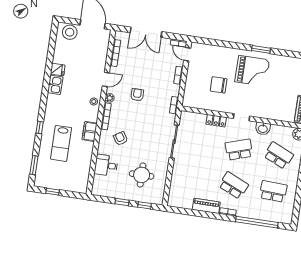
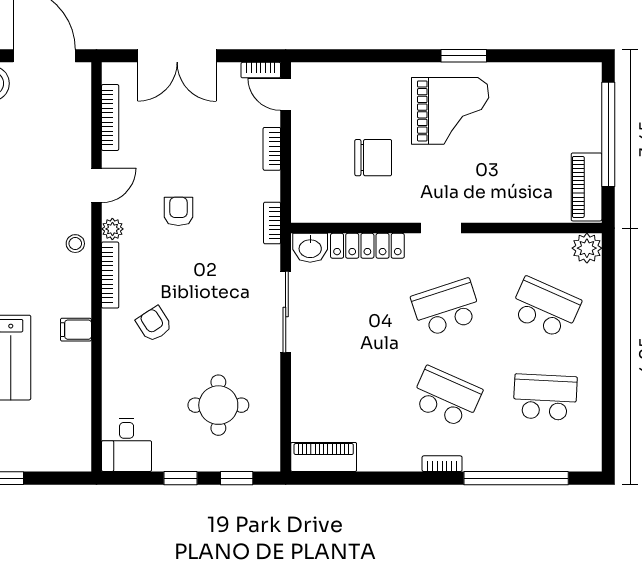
chair: (219, 85) -> (373, 158), turned 180
locker: (216, 121) -> (367, 246), width x1.53
washbasin: (263, 129) -> (310, 248), moved
filing cabinet: (90, 131) -> (76, 330), width x0.50
desk: (106, 165) -> (127, 445), moved, turned -90
piano: (206, 206) -> (324, 457), moved

